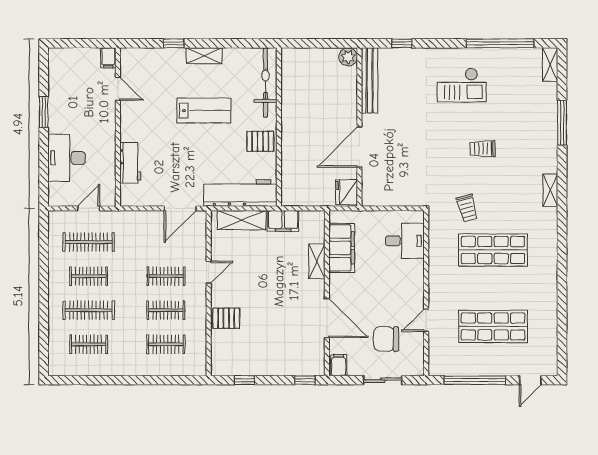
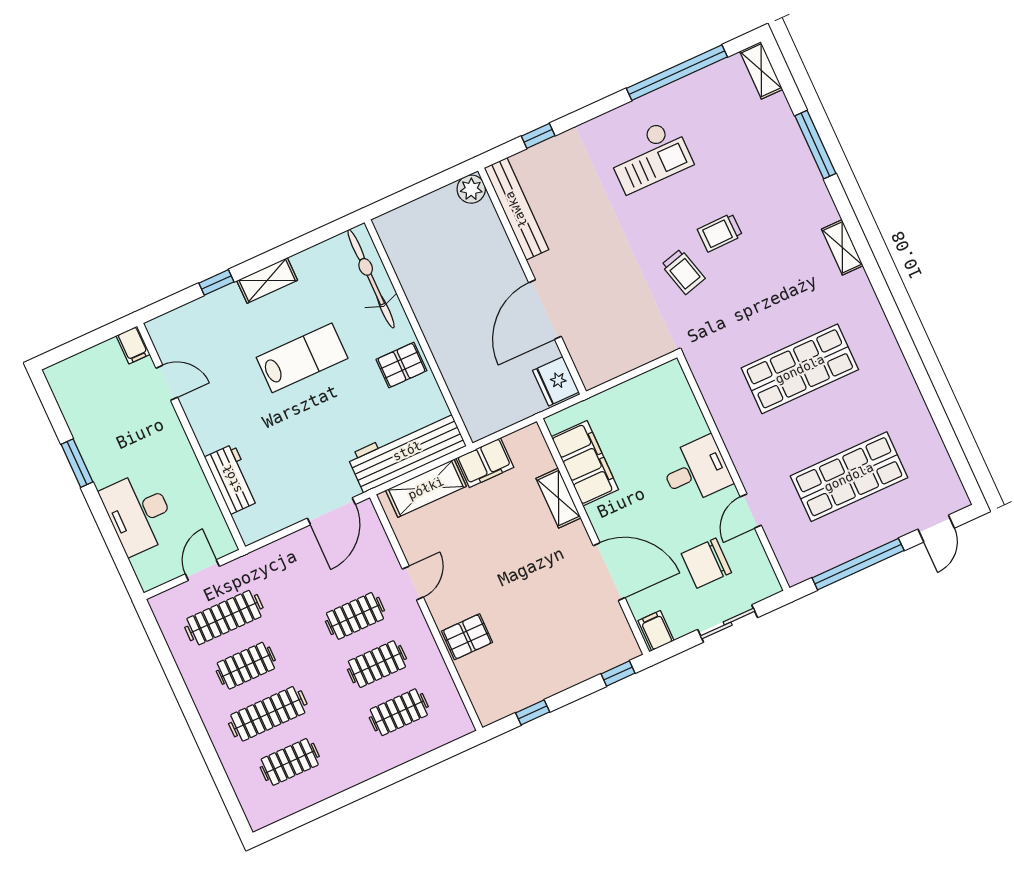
trolley: (467, 208) -> (683, 272), moved
desk: (405, 241) -> (696, 471), moved

